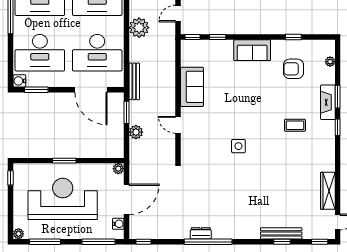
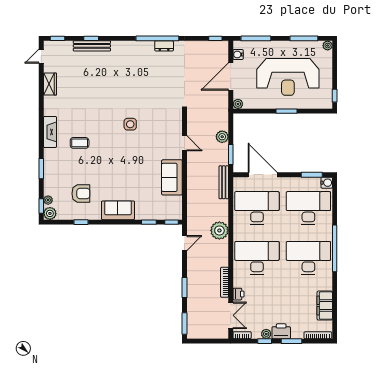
plant: (328, 47) -> (50, 213), added
fireplace: (328, 102) -> (50, 132), moved
window: (338, 127) -> (41, 206), moved
wardrobe: (328, 191) -> (50, 84), width x0.67

